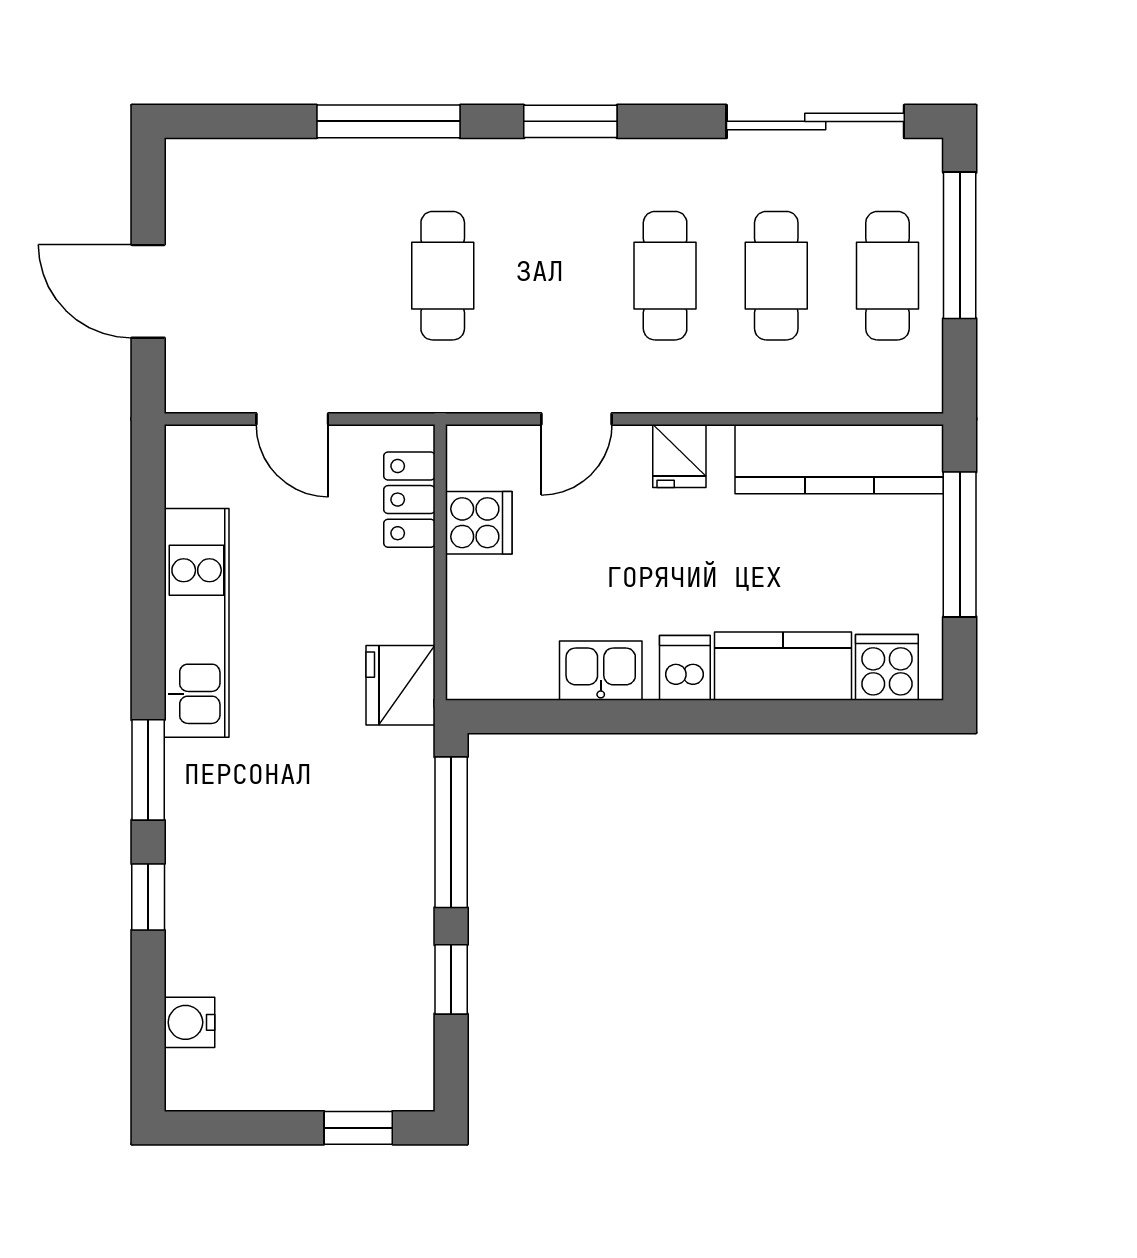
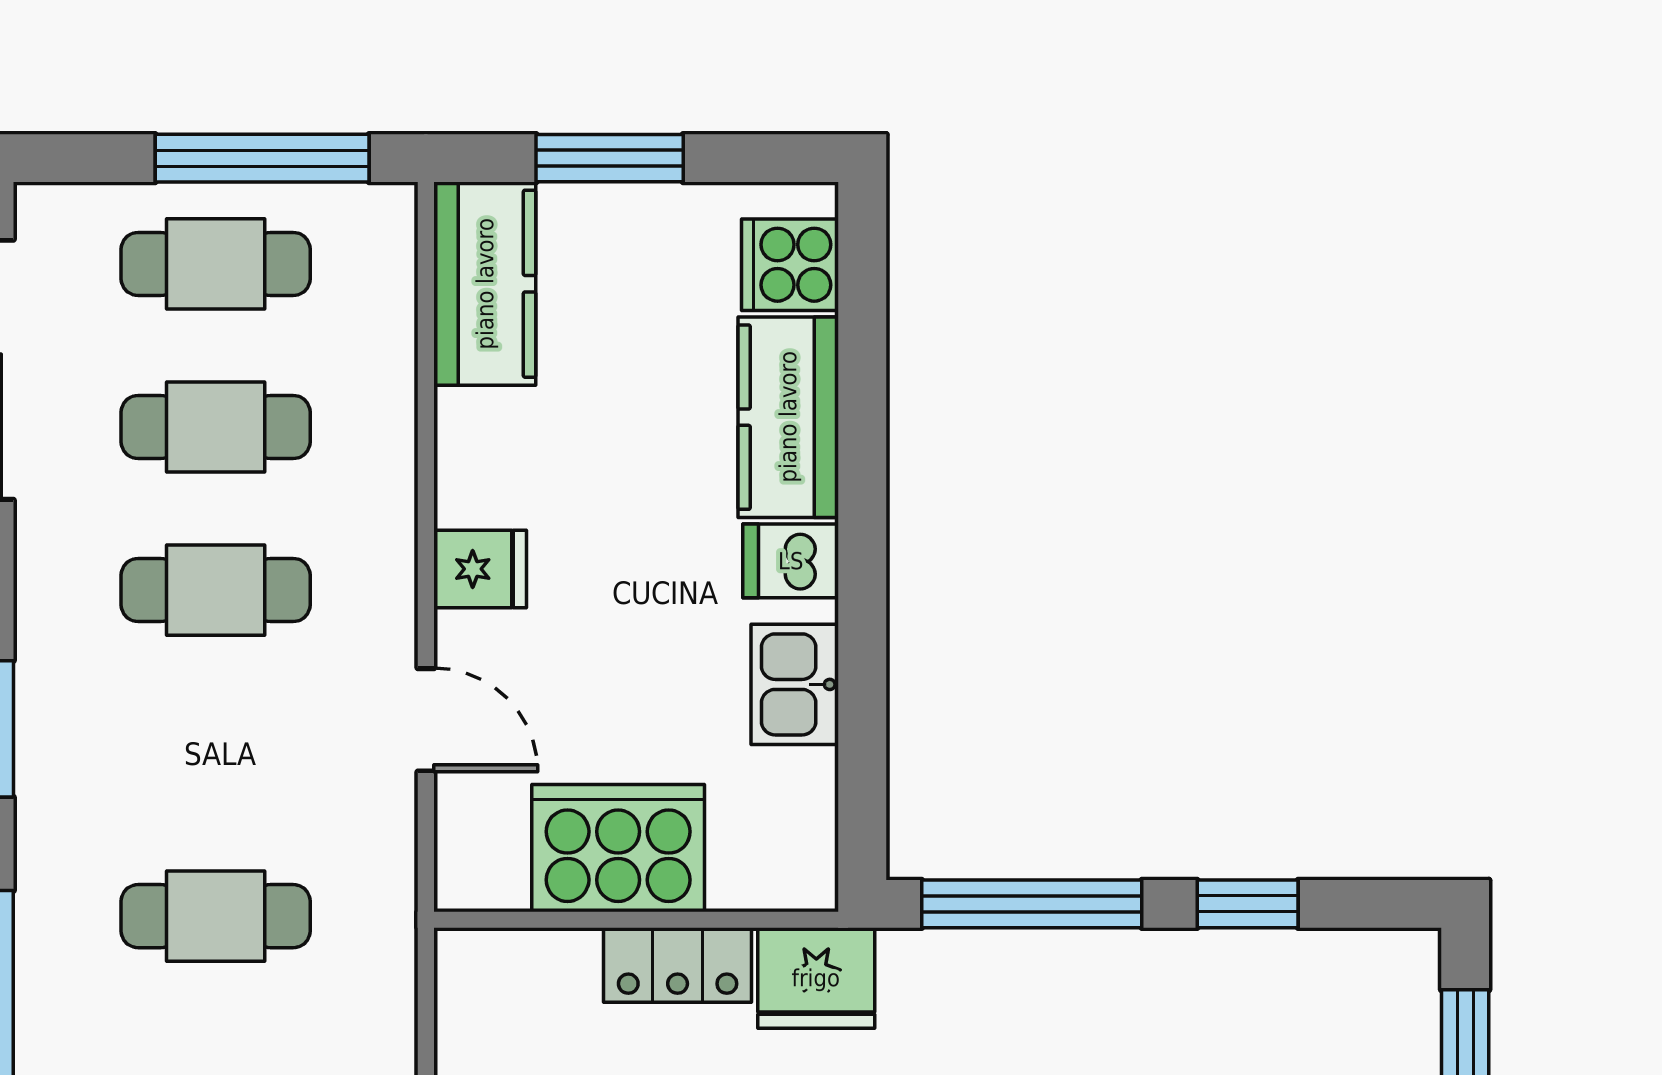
window: (960, 245) -> (262, 158), moved
kitchen counter: (839, 459) -> (485, 284), width x0.67
locker: (409, 500) -> (678, 965), moved
cooker: (479, 523) -> (618, 848), width x1.87, depth x1.31
window: (960, 544) -> (610, 158), width x0.69

